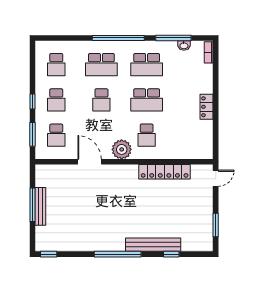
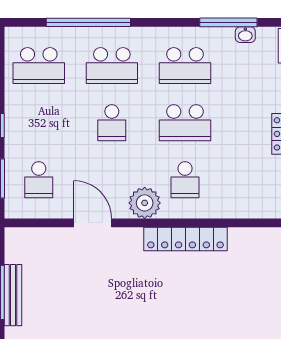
window: (118, 38) -> (88, 22), moved
school desk: (56, 65) -> (39, 66), width x1.85
school desk: (56, 100) -> (39, 123), removed
locker: (165, 172) -> (185, 239), moved

